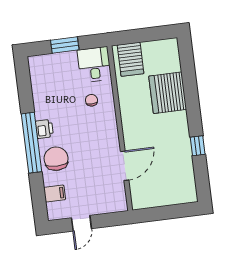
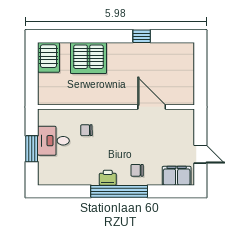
server rack: (131, 59) -> (49, 57), moved, turned 90
desk: (94, 65) -> (53, 141), moved
chair: (56, 159) -> (137, 170), width x0.54, depth x0.54
filing cabinet: (55, 194) -> (177, 176), width x2.00

